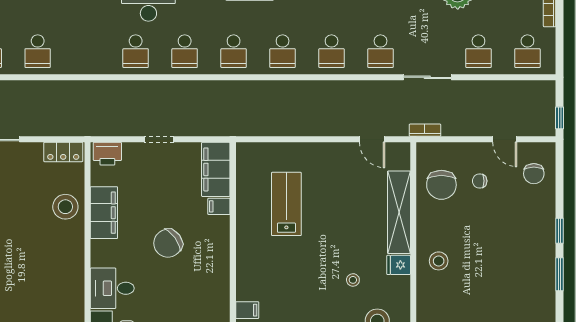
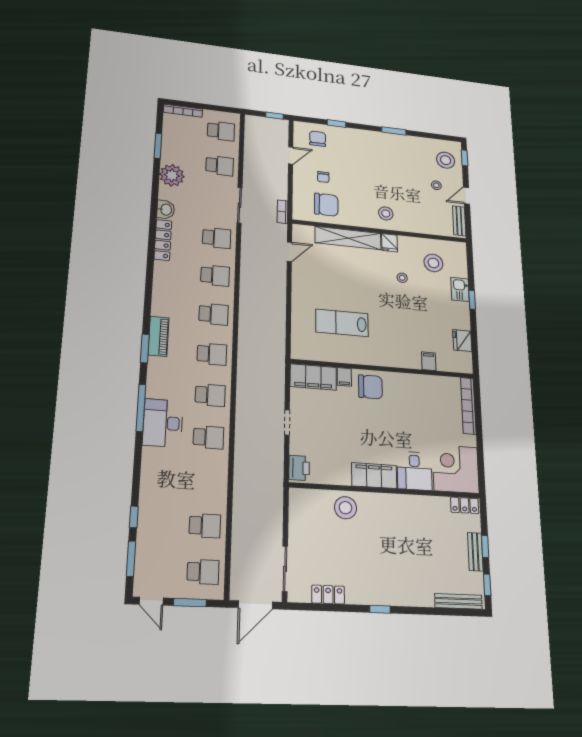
locker: (63, 152) -> (297, 507), removed
chair: (534, 174) -> (318, 139), turned -90
filing cabinet: (104, 213) -> (374, 476), moved
window: (560, 231) -> (336, 124), moved
chair: (168, 243) -> (370, 387), moved, turned -54

